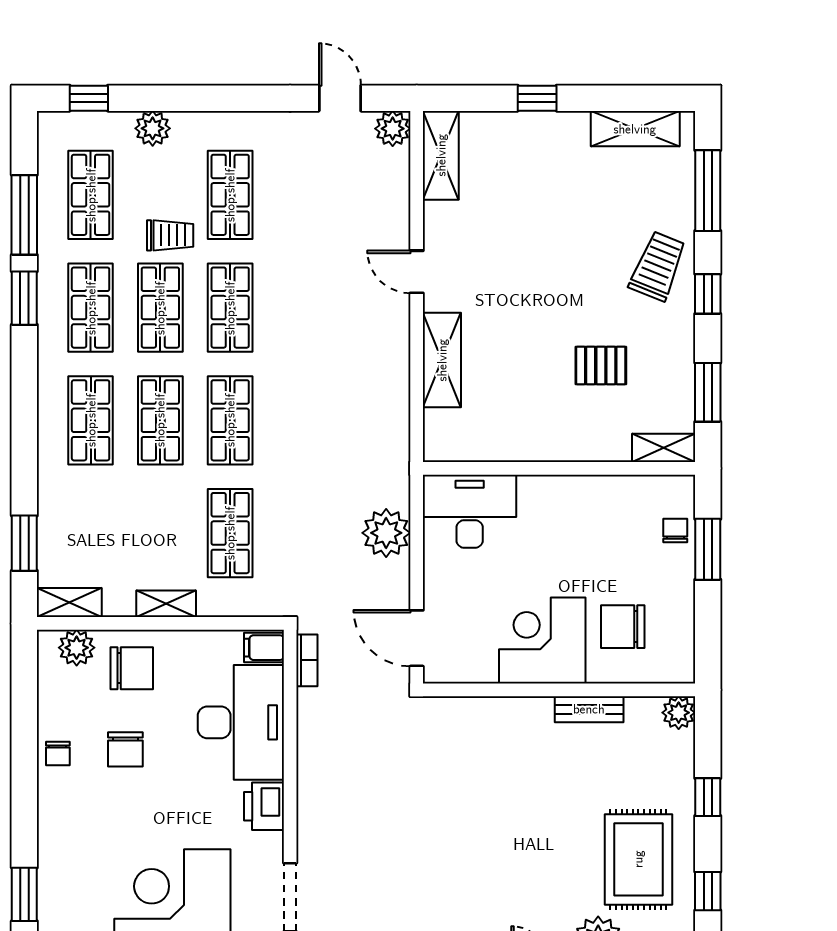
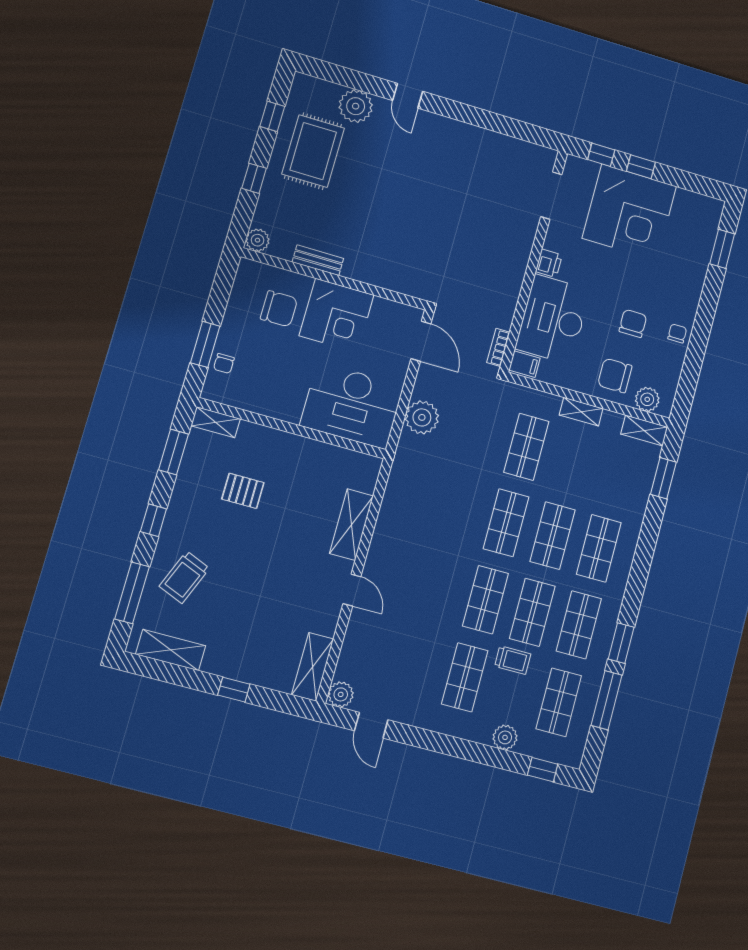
trolley: (170, 235) -> (513, 660), turned 180
trolley: (658, 266) -> (184, 577), moved
desk: (470, 511) -> (352, 406), width x1.36, depth x1.30
printer: (264, 806) -> (549, 263), width x0.73, depth x0.81

